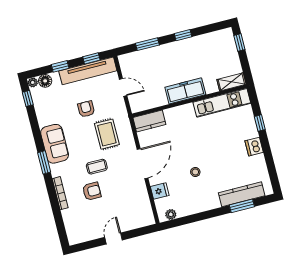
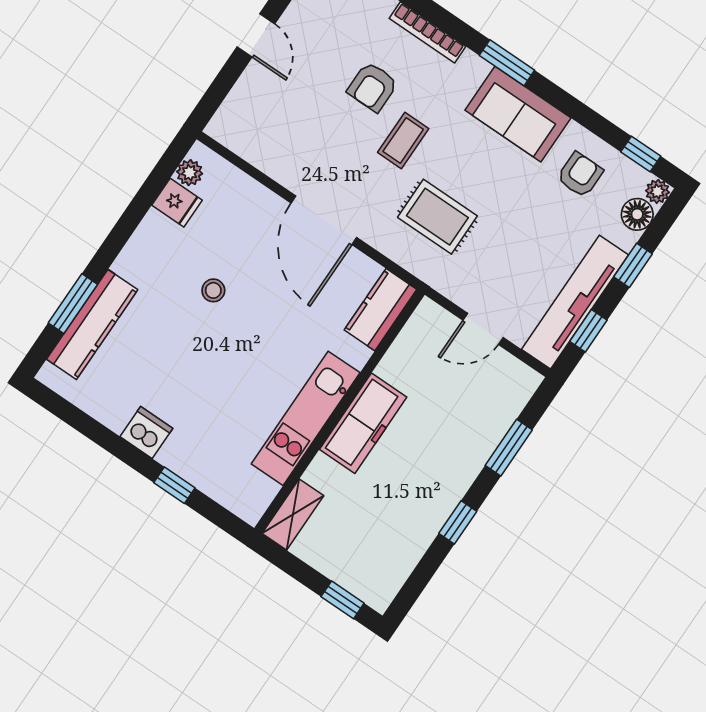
kitchen unit: (222, 103) -> (306, 418), moved
armchair: (86, 109) -> (580, 175), moved, turned -90
fridge: (160, 191) -> (177, 203), moved, turned -90

